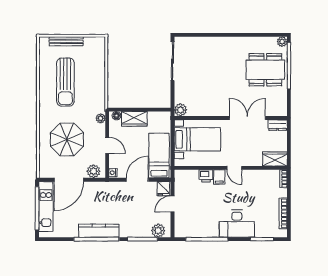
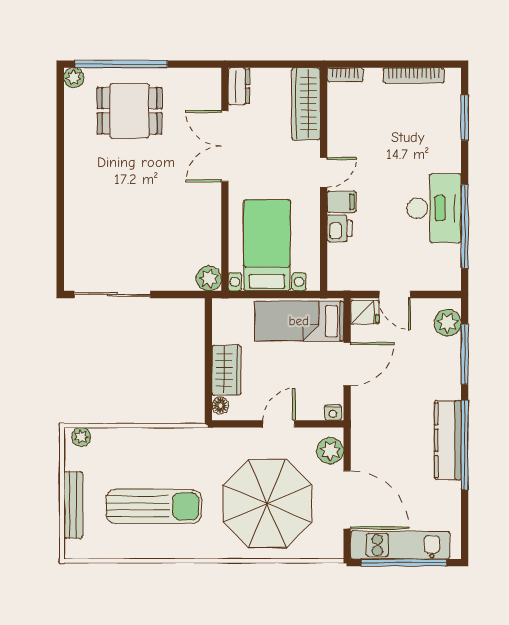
dining table: (265, 70) -> (129, 111), width x0.73
plant: (101, 118) -> (81, 437), moved
parasol: (67, 139) -> (267, 503), width x1.36, depth x1.36
wardrobe: (275, 159) -> (306, 104), width x1.50
door: (137, 180) -> (347, 364), swing flipped
desk: (237, 224) -> (434, 208), moved

